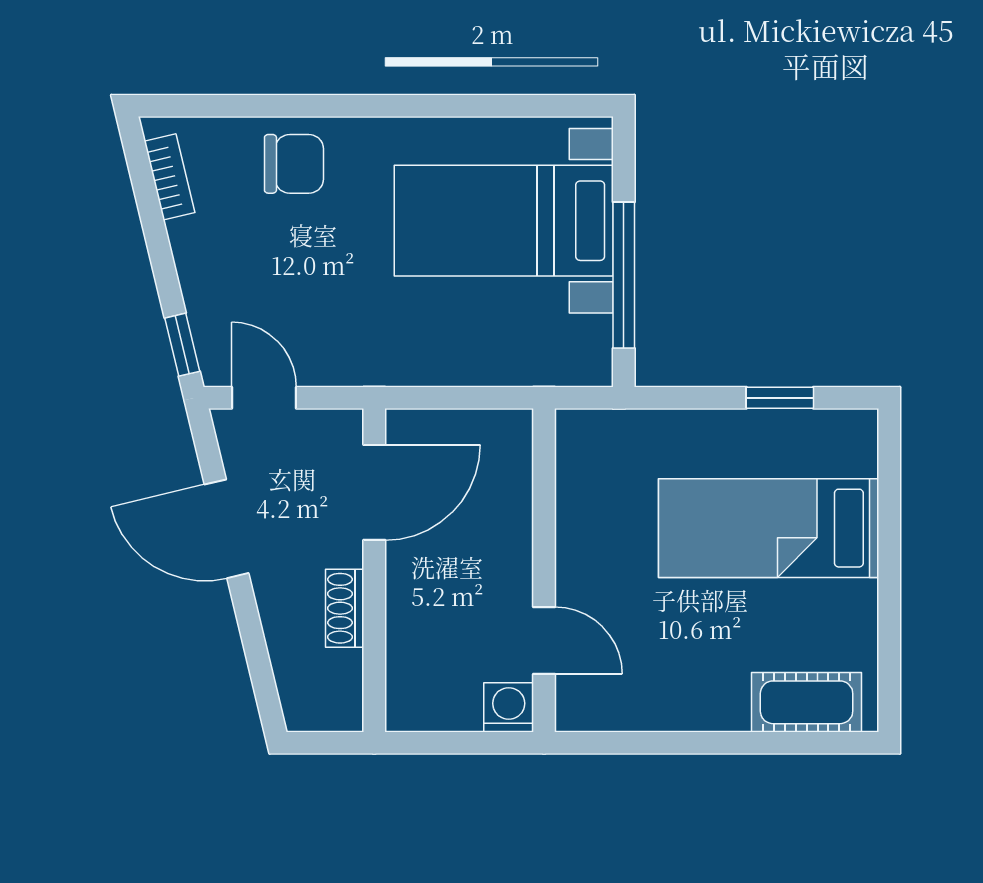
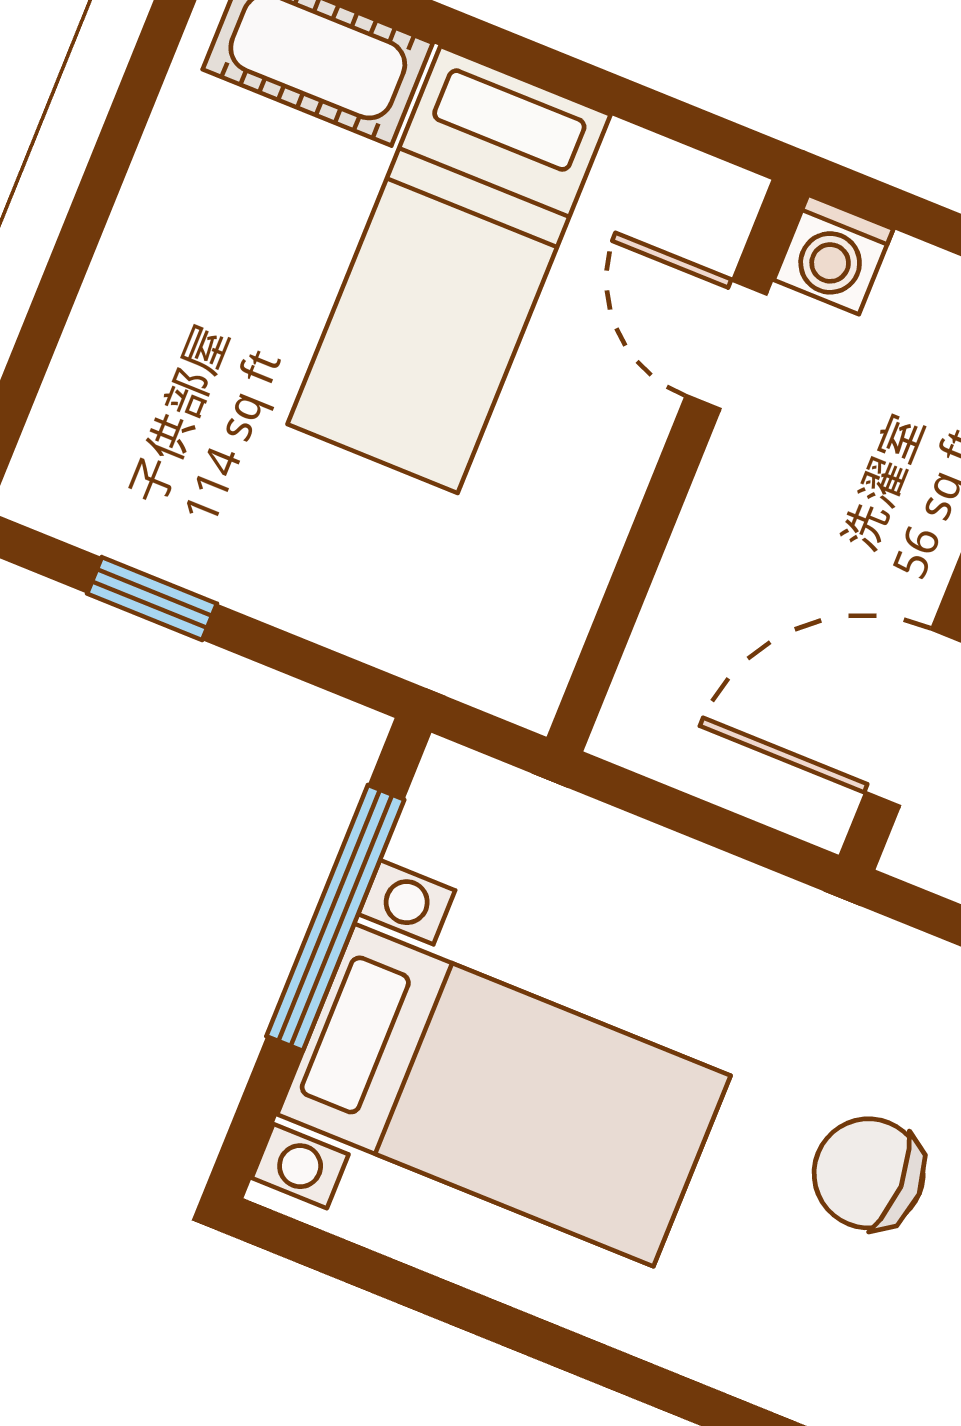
chair: (294, 164) -> (869, 1173), moved
bed: (769, 528) -> (449, 269), moved, turned 90

